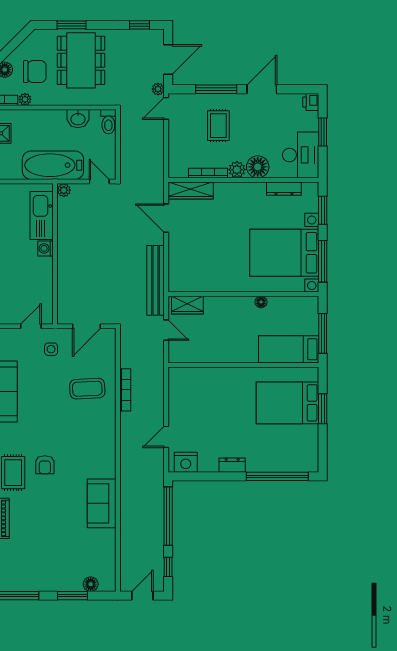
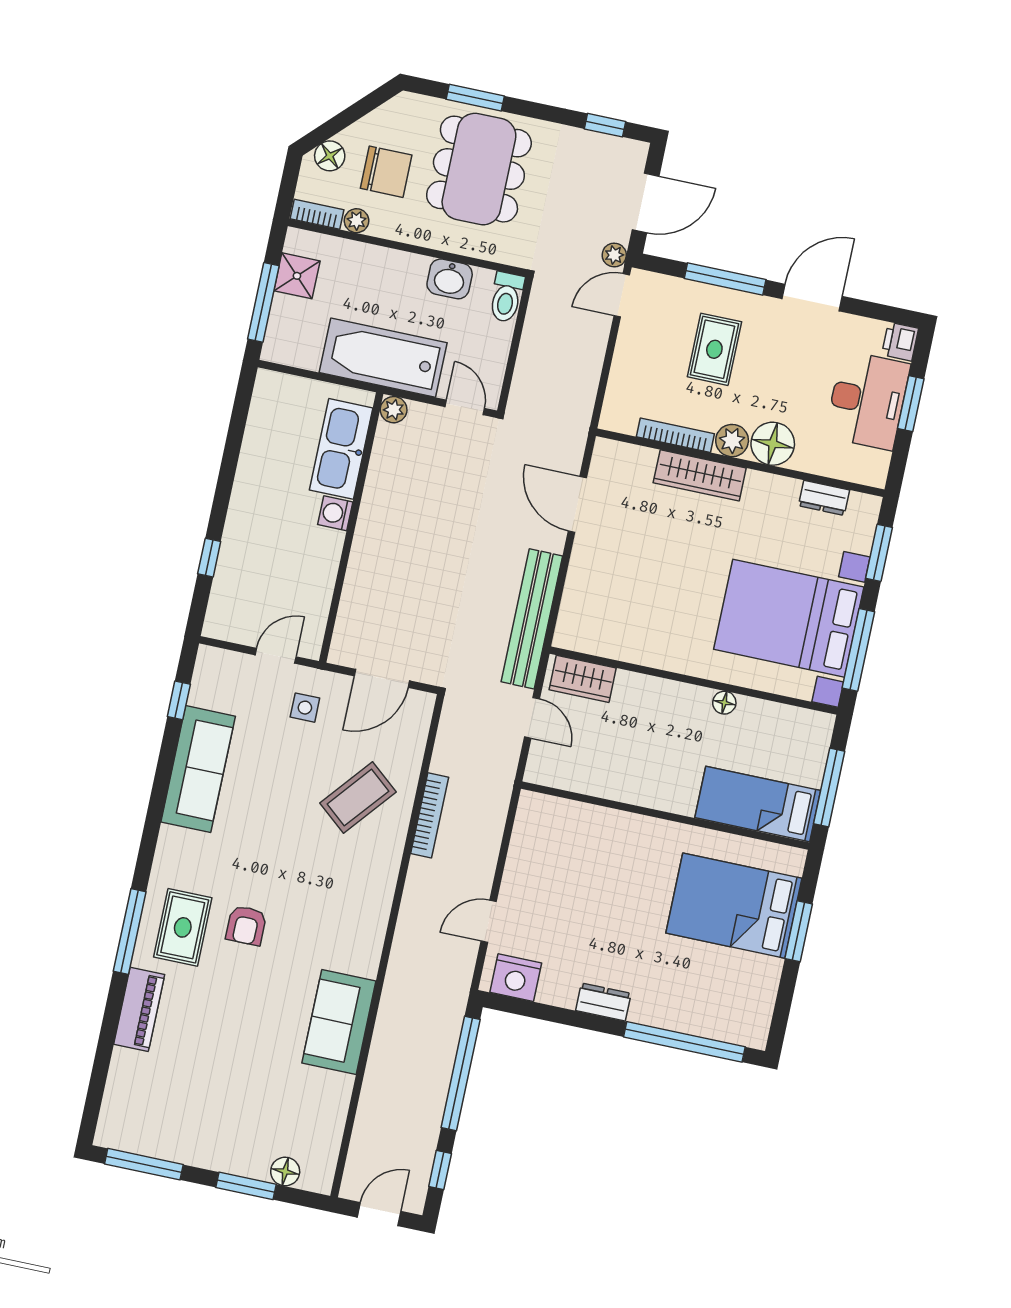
desk: (301, 155) -> (867, 400), moved
dresser: (284, 189) -> (824, 498), width x0.70
wardrobe: (191, 191) -> (700, 475), moved
coffee table: (87, 389) -> (358, 798), turned -47

